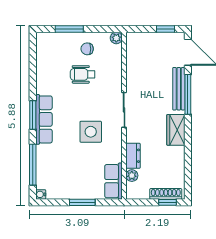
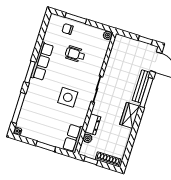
chair: (87, 49) -> (68, 29), moved
row of seats: (44, 119) -> (42, 61), moved
window: (168, 202) -> (91, 161), moved

